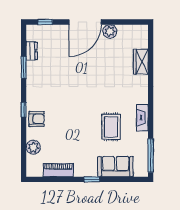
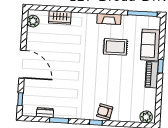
plant: (110, 31) -> (33, 21), moved
armchair: (37, 119) -> (105, 112), turned -77
plant: (33, 147) -> (146, 117), moved
piano: (58, 170) -> (152, 75), moved

